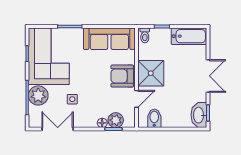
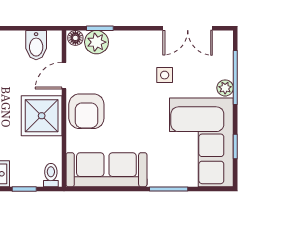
armchair: (122, 76) -> (86, 111), turned 90
plant: (38, 95) -> (225, 88), width x0.53, depth x0.53
floor lamp: (102, 123) -> (75, 38), moved

